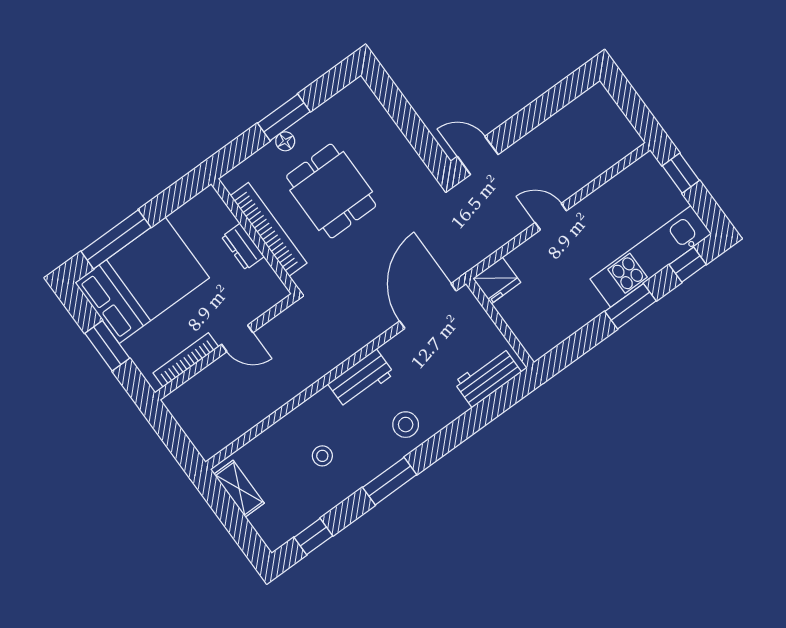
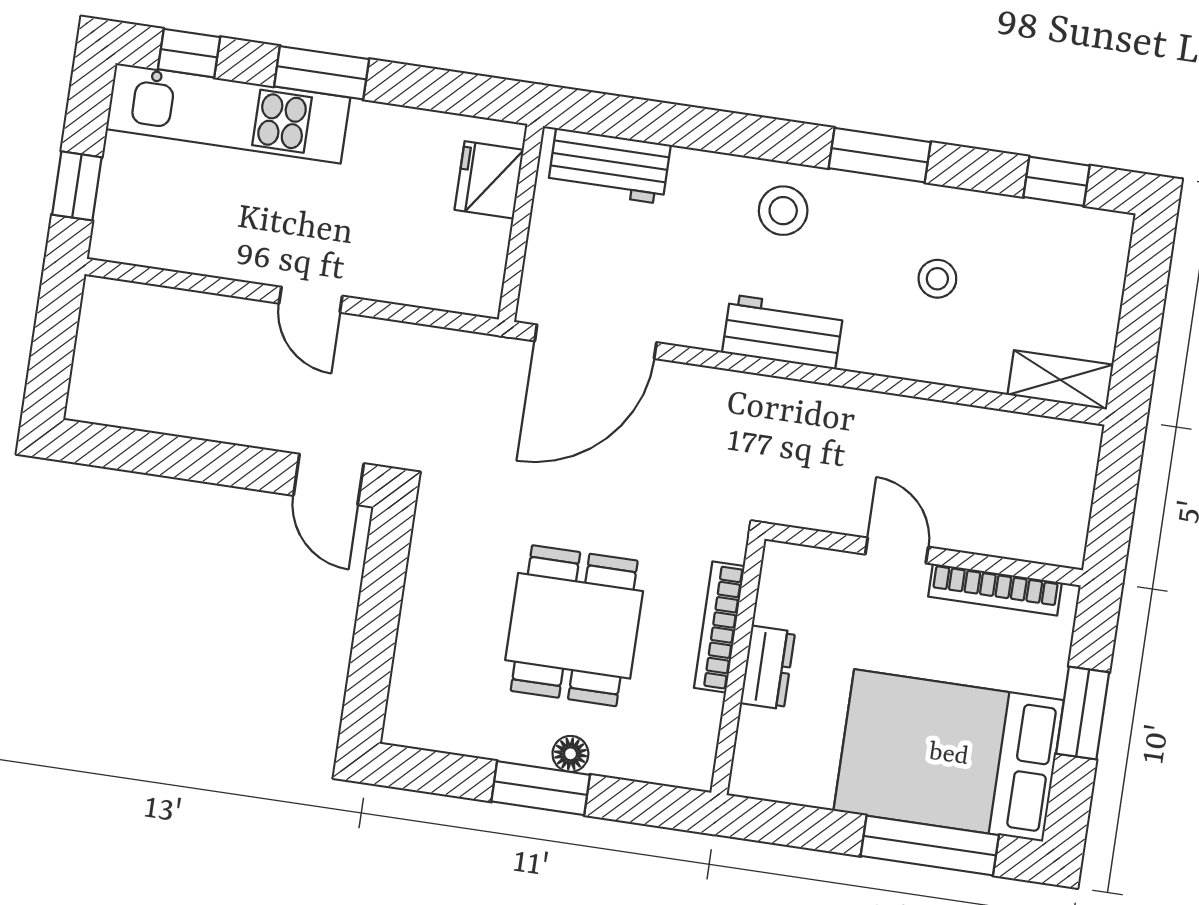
bookcase: (269, 229) -> (719, 627), width x0.68, depth x0.76
fridge: (497, 280) -> (489, 180), moved, turned -90
shelving: (239, 489) -> (1060, 380), moved, turned 90

